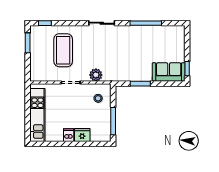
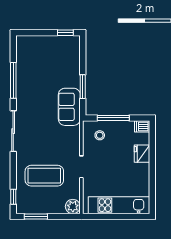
sliding door: (102, 23) -> (13, 131), width x1.37
sofa: (169, 72) -> (69, 107), moved
plant: (96, 75) -> (73, 207), moved
window: (113, 121) -> (113, 118), moved
dishwasher: (69, 135) -> (142, 126), moved

